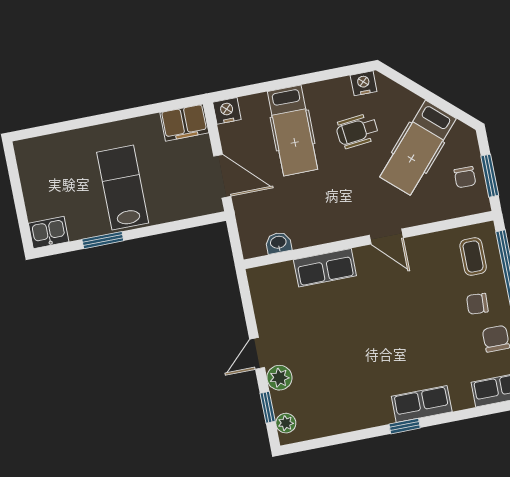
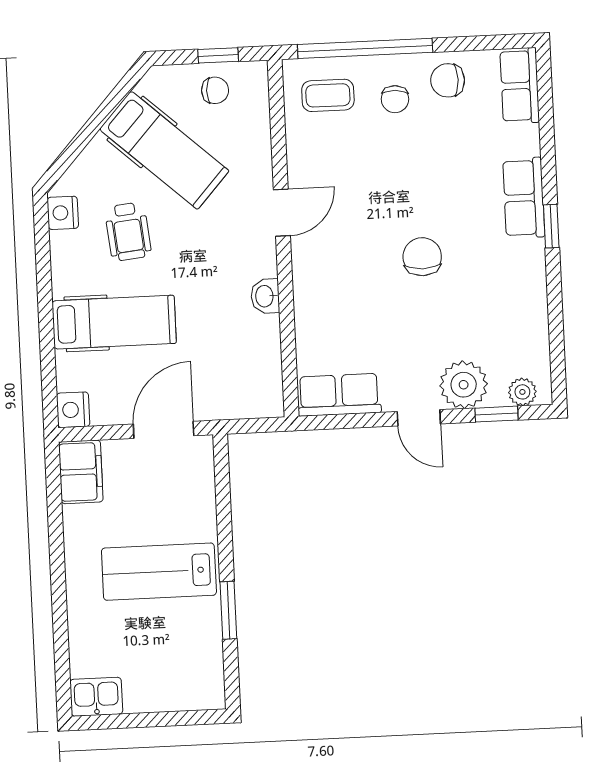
window: (490, 176) -> (218, 55), width x0.67
kitchen sink: (49, 232) -> (96, 697), moved, turned 90
washbasin: (278, 243) -> (265, 296), moved
row of seats: (325, 268) -> (339, 395), moved, turned -90
chair: (370, 339) -> (422, 257), added
plant: (279, 378) -> (464, 385), width x1.36, depth x1.36

